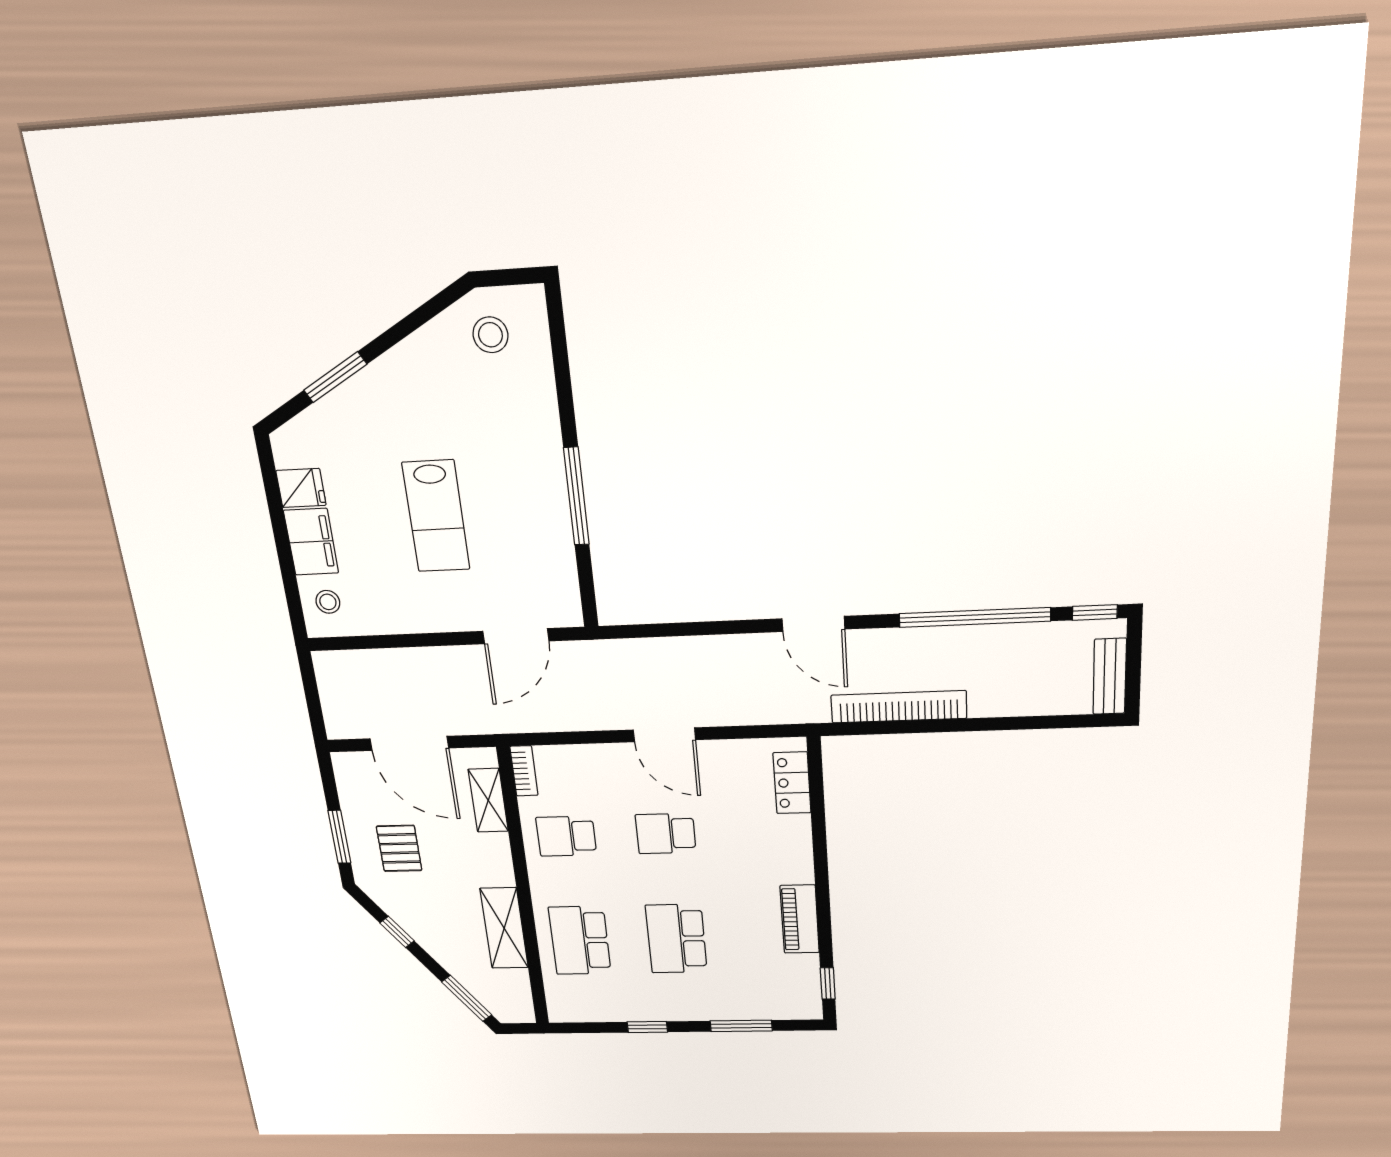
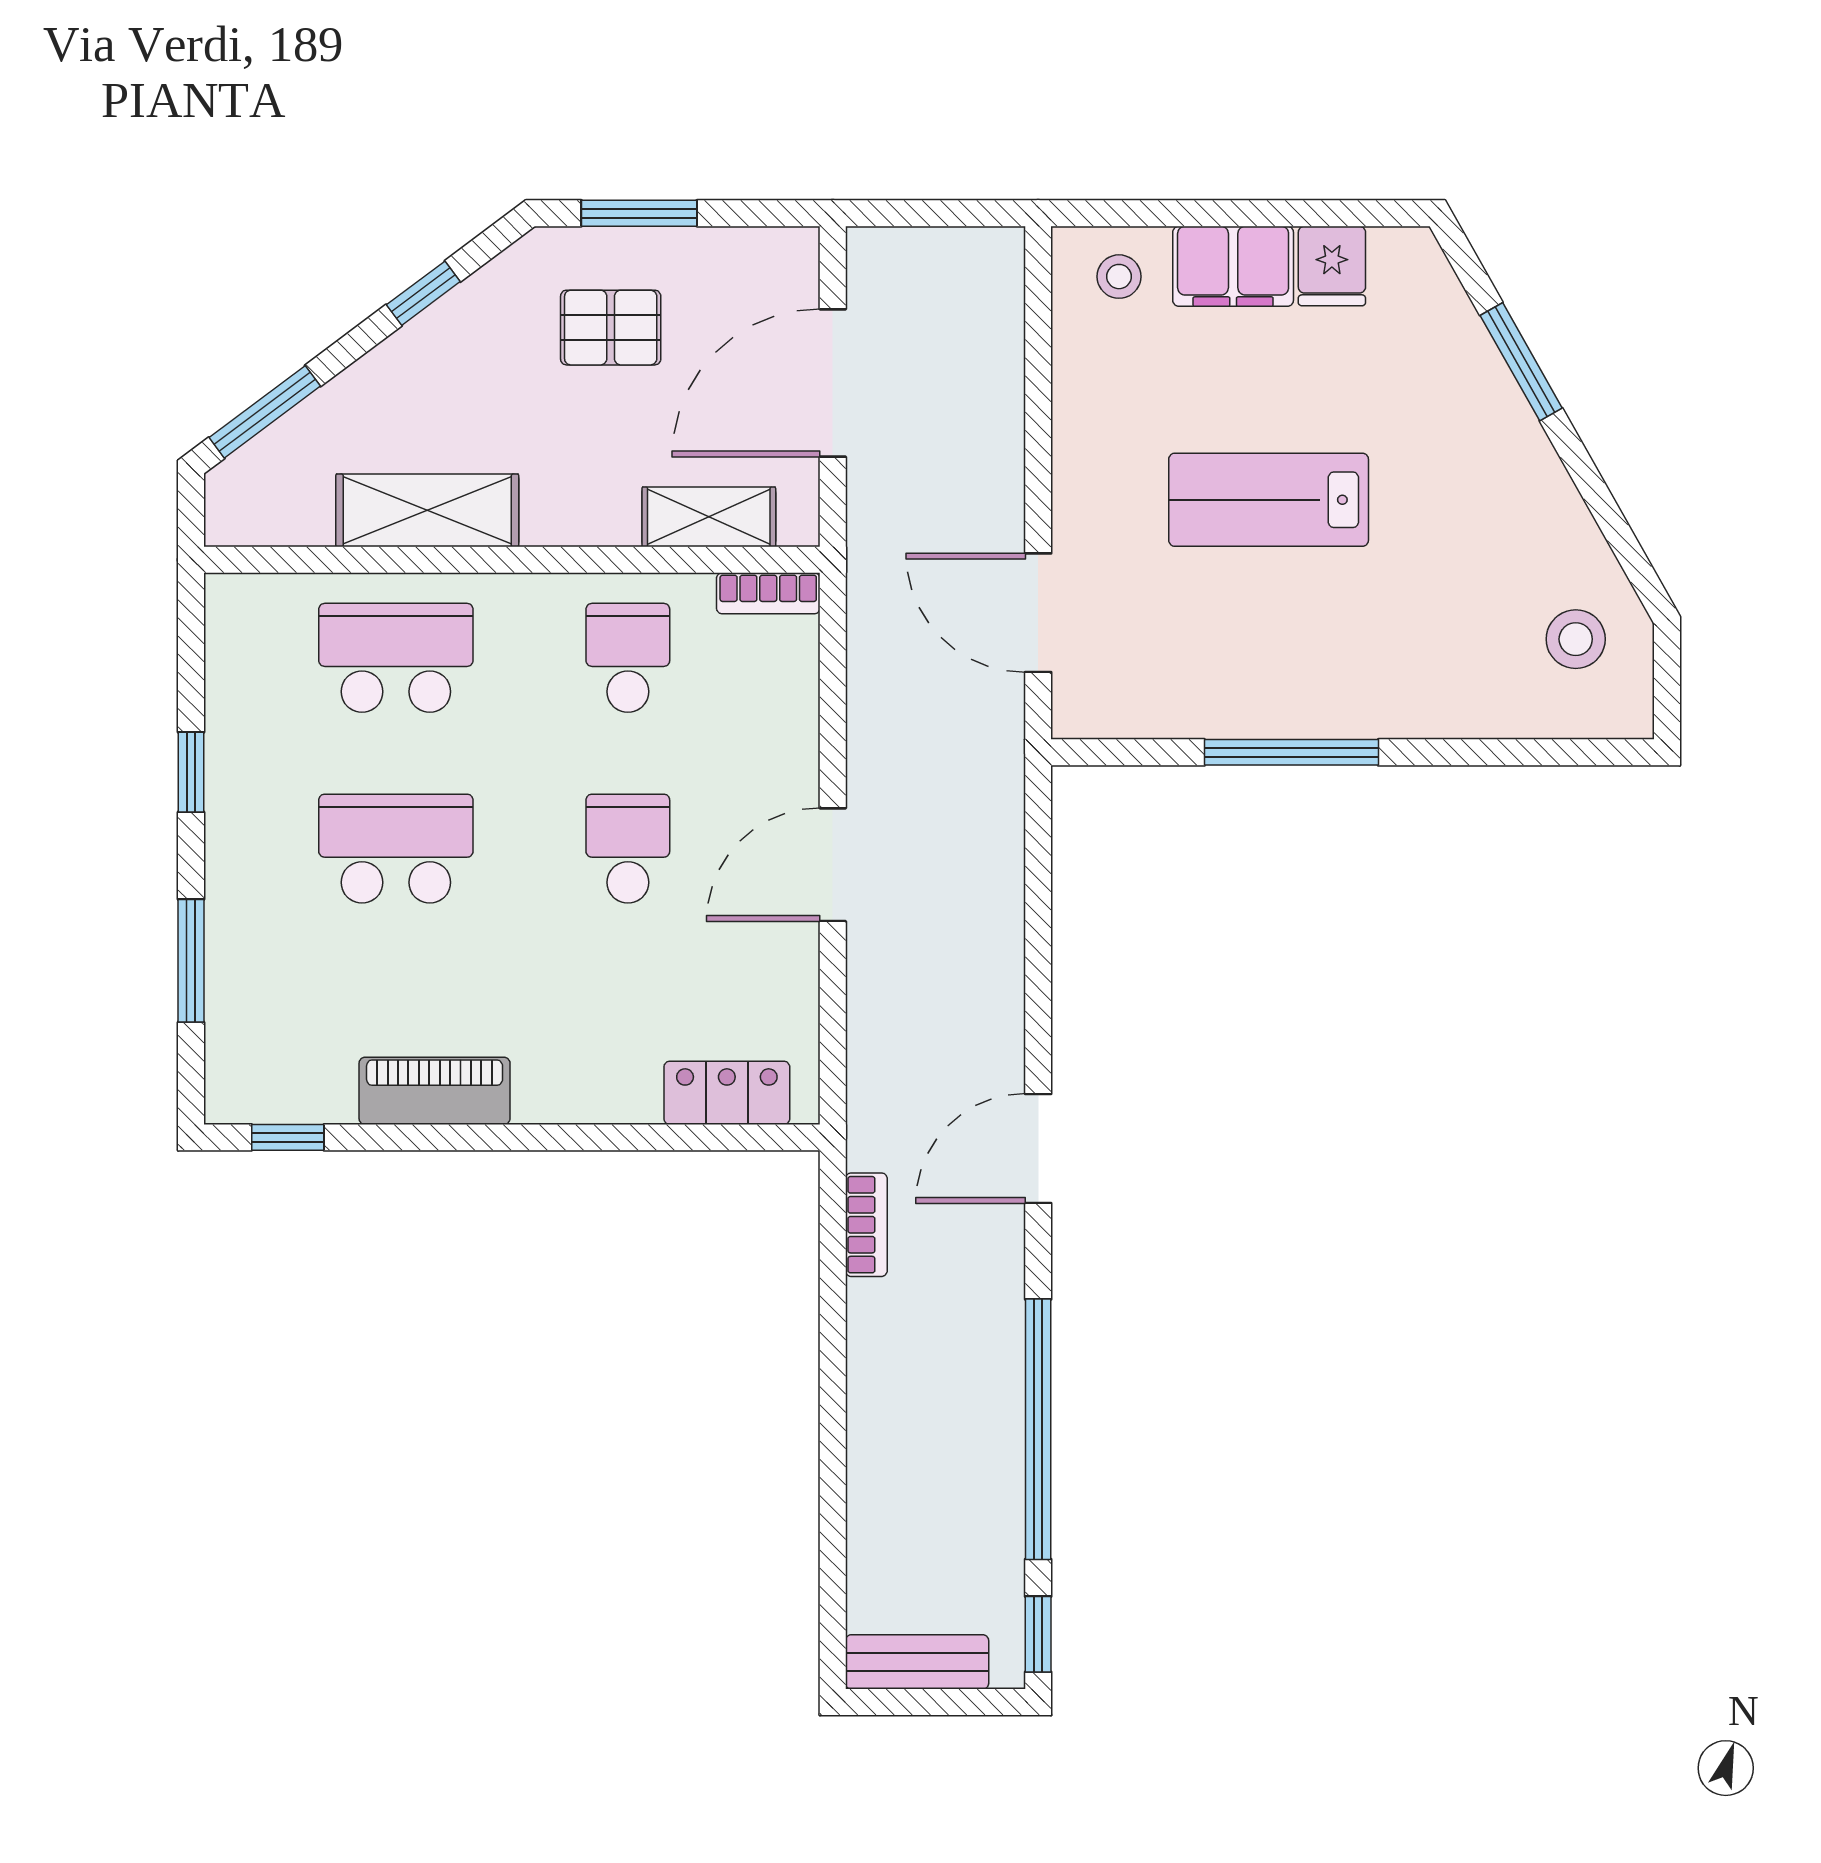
bookcase: (899, 707) -> (866, 1225), width x0.43, depth x0.76

